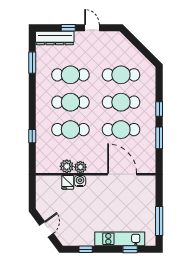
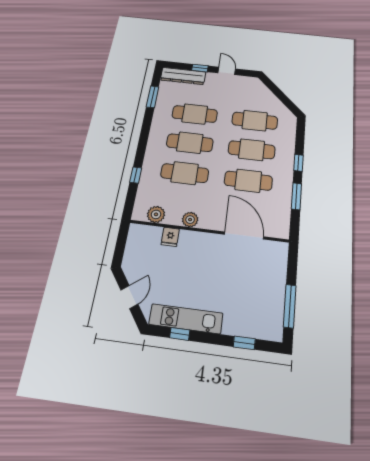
plant: (67, 166) -> (156, 214), moved
water cooler: (80, 181) -> (187, 237), removed
kitchen unit: (120, 239) -> (186, 319), moved

